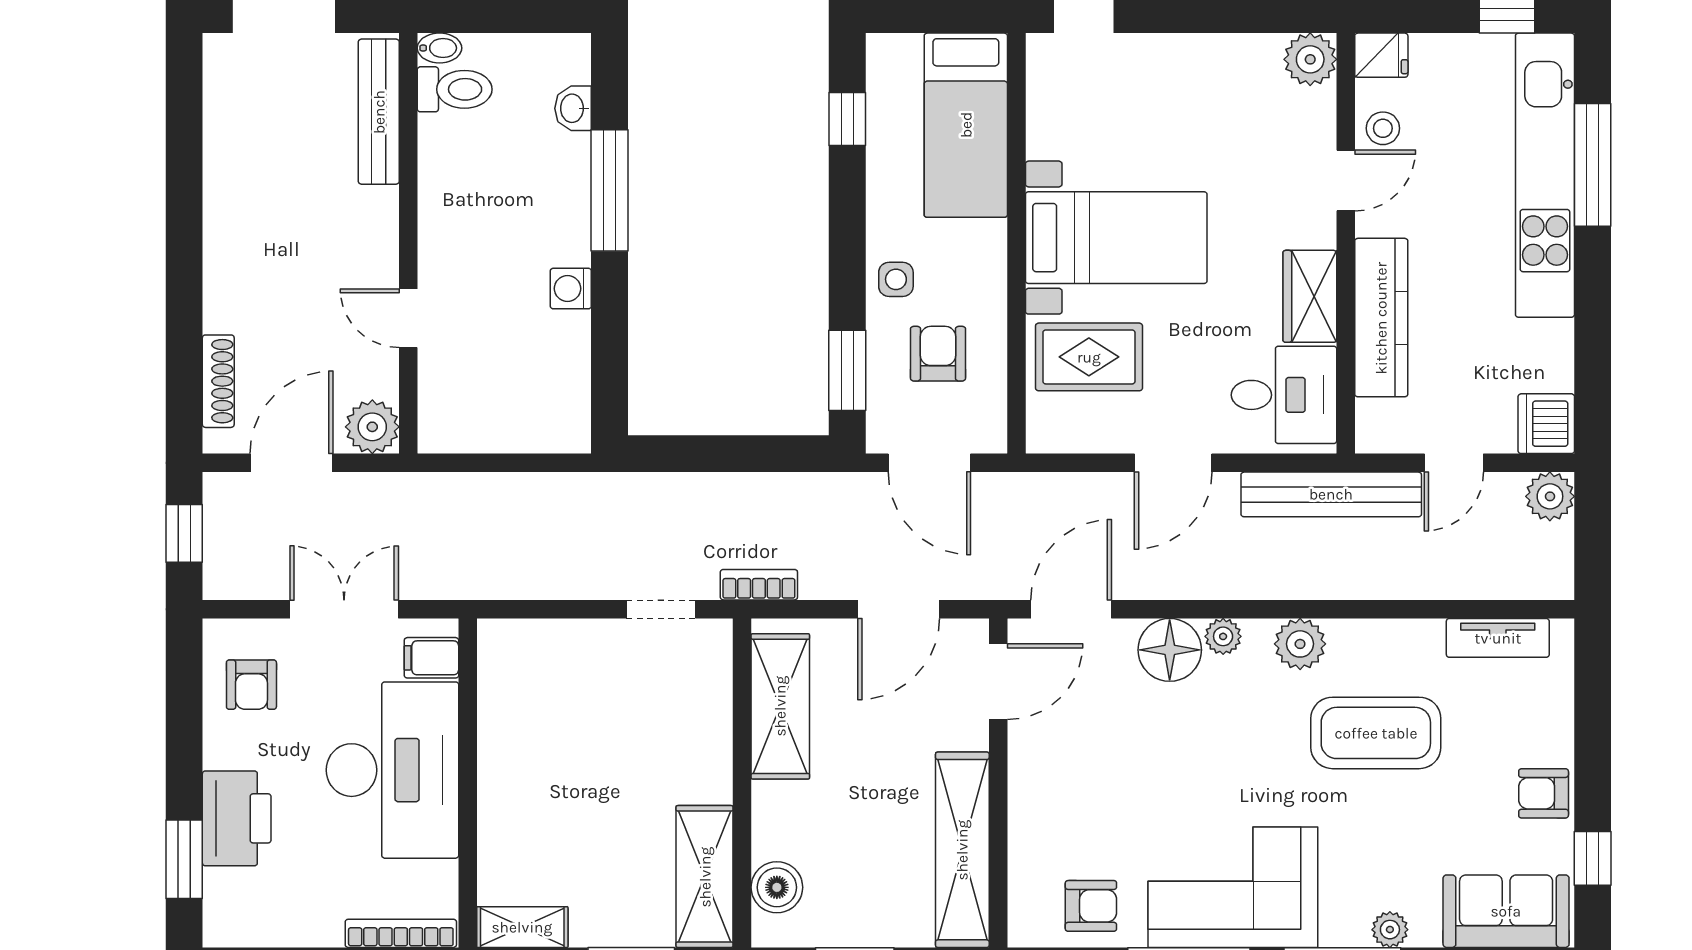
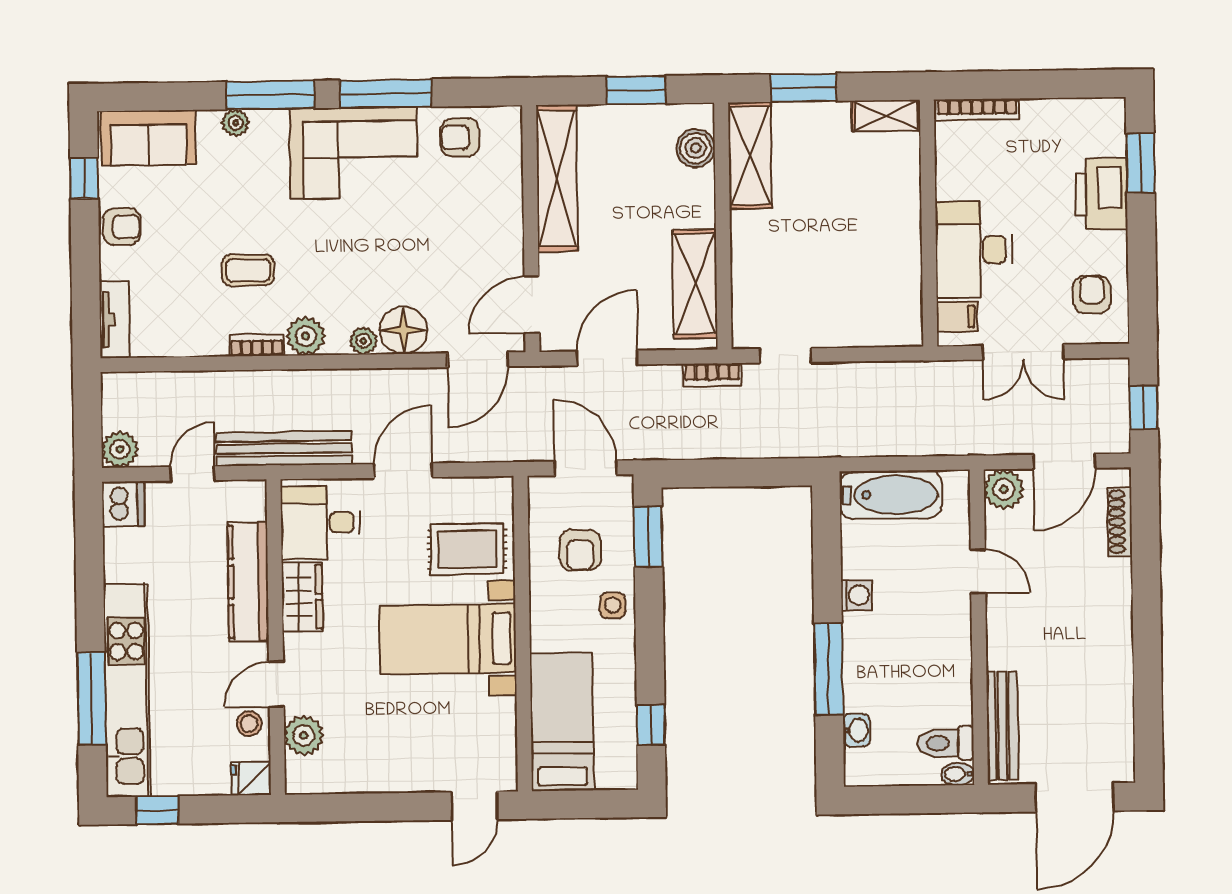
plant: (1310, 59) -> (304, 735), moved
bathtub: (523, 422) -> (891, 495), added
bookcase: (1366, 633) -> (257, 345), added
tv unit: (1498, 638) -> (114, 320), moved, turned 90
coffee table: (1376, 733) -> (248, 270), width x0.54, depth x0.58
desk: (392, 770) -> (974, 250), width x0.73, depth x0.77

